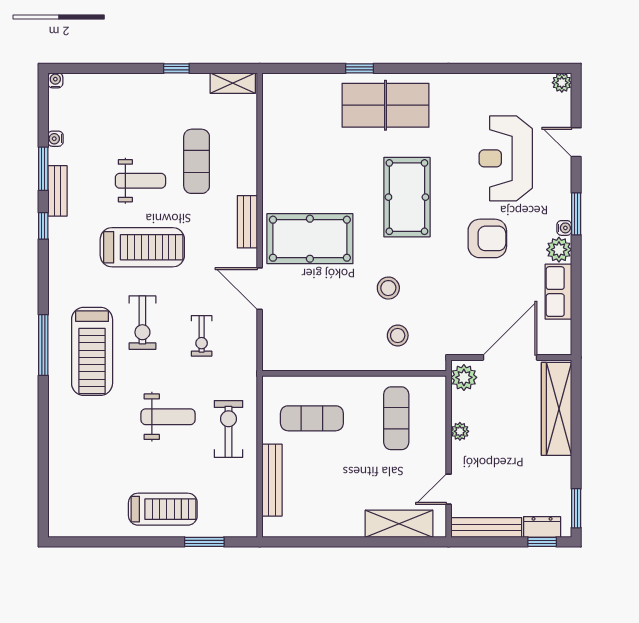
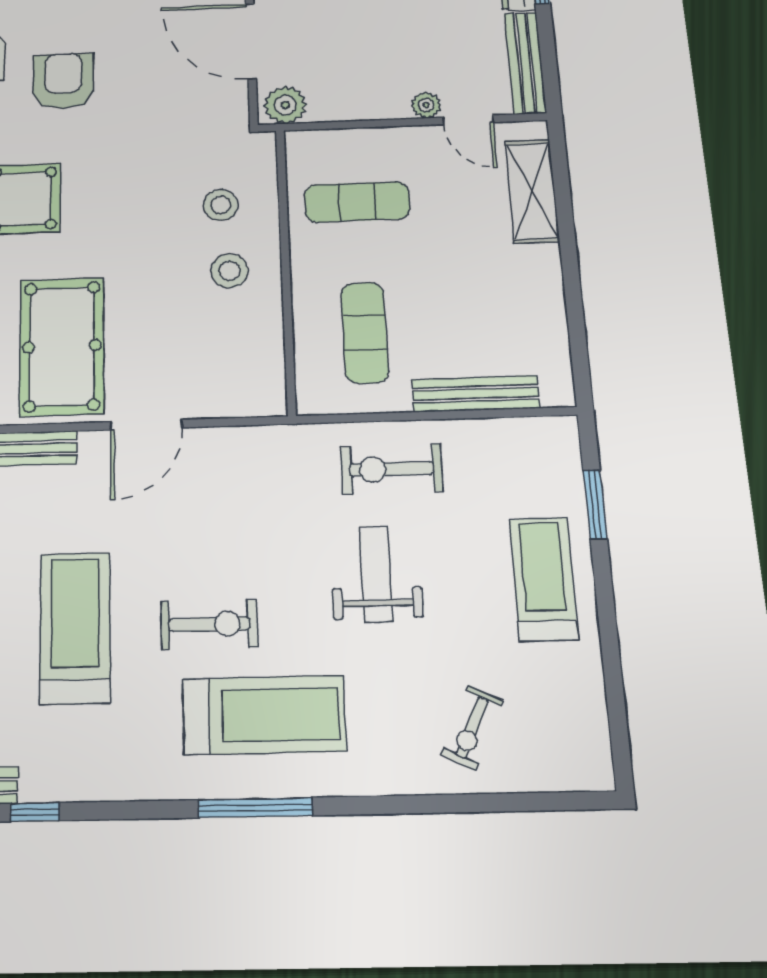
stool: (388, 288) -> (229, 271), moved
exercise bike: (202, 336) -> (472, 727), moved, turned 116
plant: (460, 431) -> (426, 105), moved

